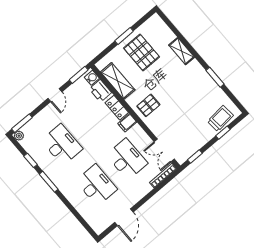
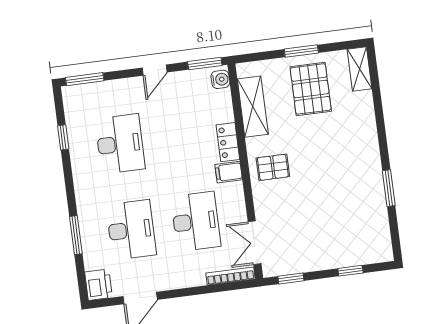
shelving: (182, 51) -> (360, 69), moved
printer: (100, 91) -> (98, 285), moved, turned 180
trolley: (220, 118) -> (360, 249), removed
plant: (19, 136) -> (69, 93), removed
window: (49, 182) -> (76, 235), moved

